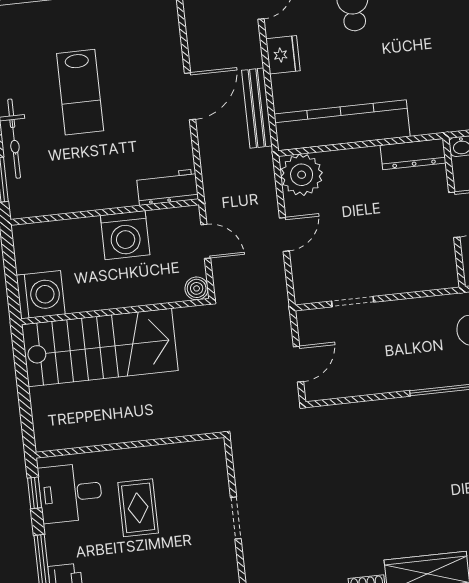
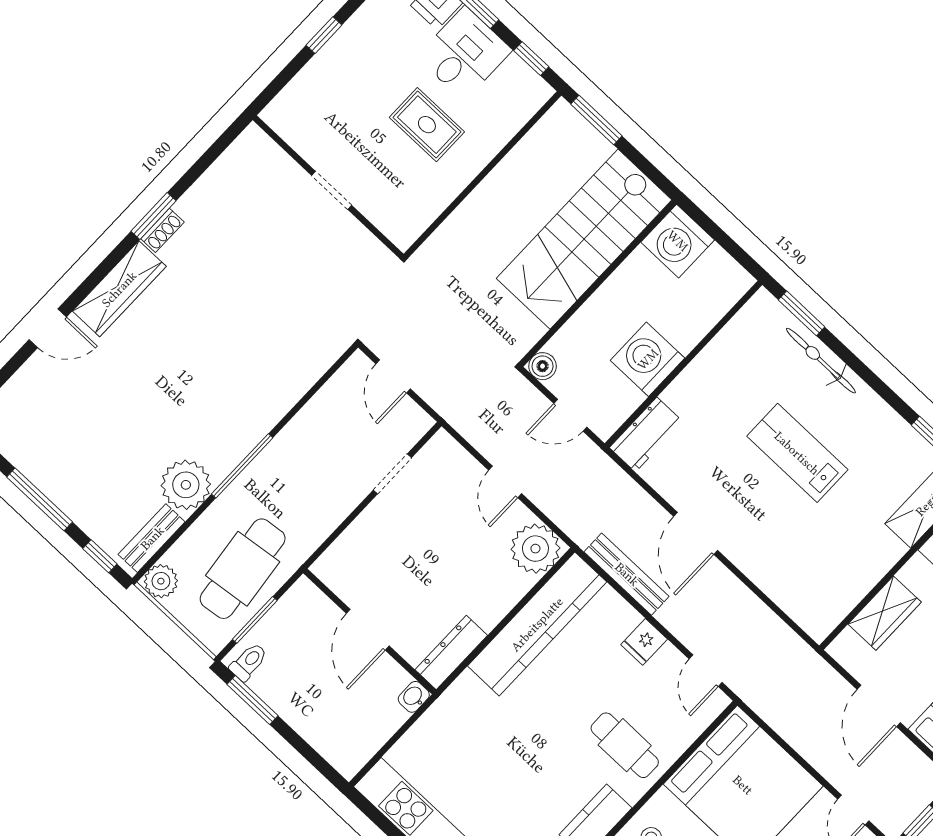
fridge: (283, 55) -> (644, 642), width x0.72
window: (26, 417) -> (596, 120), added
desk: (70, 493) -> (464, 53), moved

